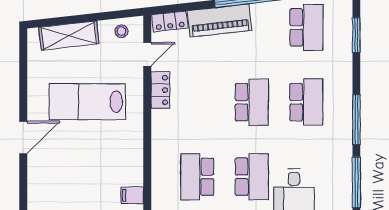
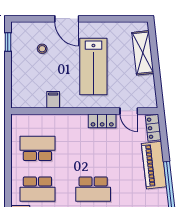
stool: (121, 31) -> (42, 49), moved
lab bench: (87, 102) -> (93, 66), turned 180
filing cabinet: (132, 195) -> (53, 100), moved

